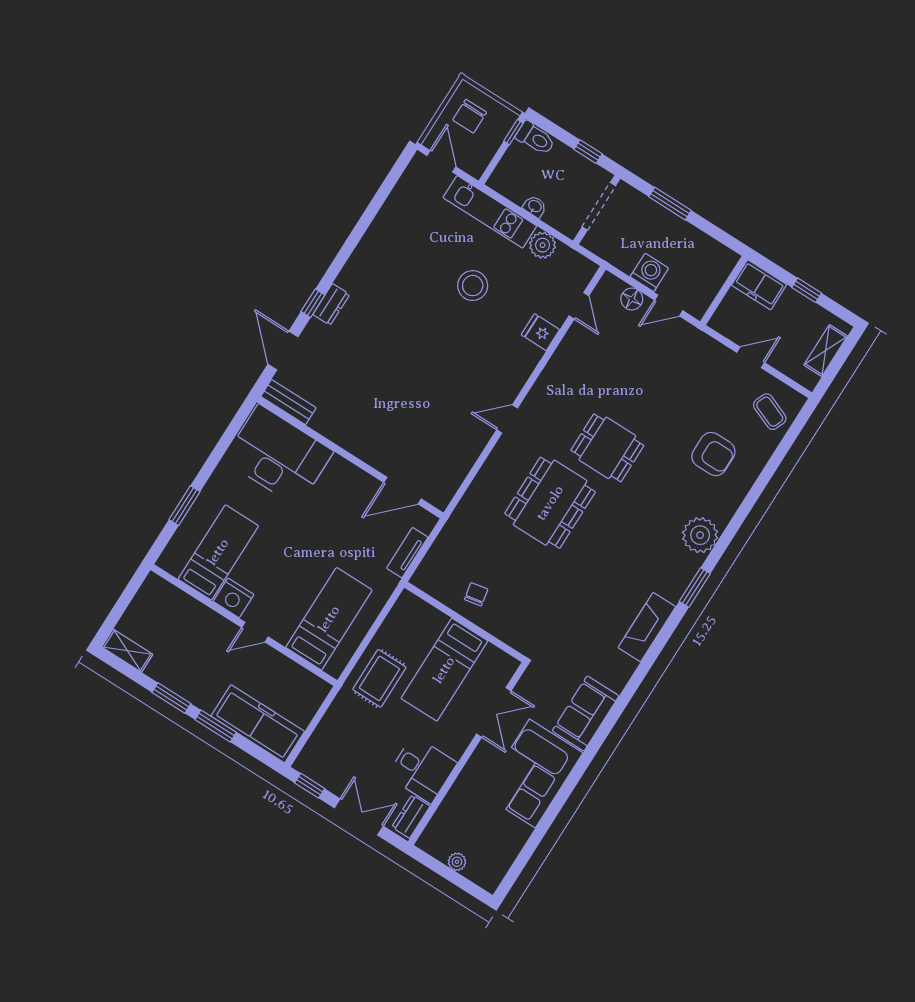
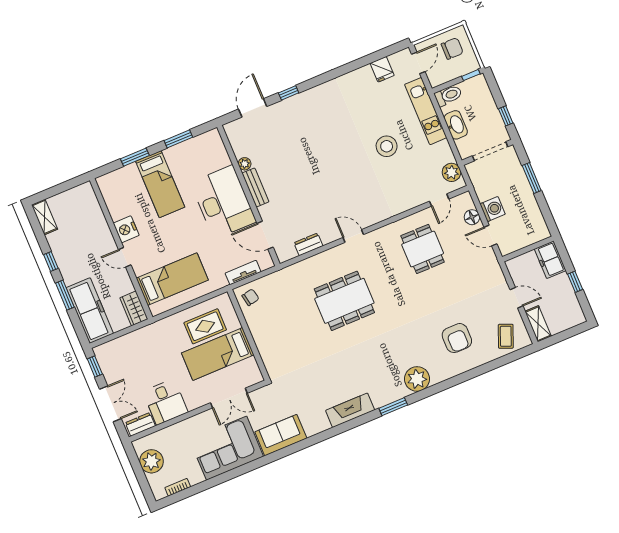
chair: (470, 116) -> (452, 48), turned 180
toilet: (535, 138) -> (448, 95), moved, turned -90
washbasin: (535, 206) -> (456, 125), width x1.91, depth x1.45
plant: (543, 245) -> (451, 172), moved
dresser: (331, 304) -> (308, 244), moved, turned 180
fridge: (540, 332) -> (382, 69), moved, turned 180
shelving: (826, 351) -> (538, 324), moved, turned 90
bench: (288, 402) -> (255, 188), moved
plant: (320, 423) -> (245, 164), added
window: (221, 448) -> (178, 139), added
dining table: (607, 448) -> (423, 249), moved
desk: (278, 456) -> (223, 202), moved
bed: (218, 552) -> (160, 184), moved, turned 90
chair: (476, 594) -> (250, 297), moved
rug: (379, 678) -> (205, 326), moved
wardrobe: (308, 685) -> (134, 308), added
window: (171, 698) -> (51, 262), width x0.67
bookcase: (507, 860) -> (178, 487), added
plant: (457, 862) -> (151, 461), width x1.87, depth x1.87

